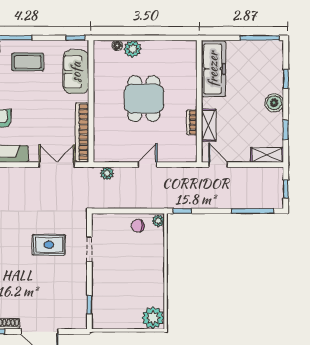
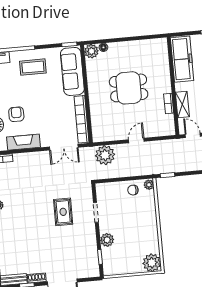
plant: (133, 49) -> (91, 51), moved
sofa: (76, 72) -> (72, 71), width x1.36
dining table: (144, 99) -> (129, 88), turned 90
double door: (57, 165) -> (64, 147), swing flipped
plant: (107, 173) -> (105, 155), width x1.88, depth x1.88
rug: (49, 245) -> (63, 212), turned 90
plant: (100, 284) -> (107, 240), added

